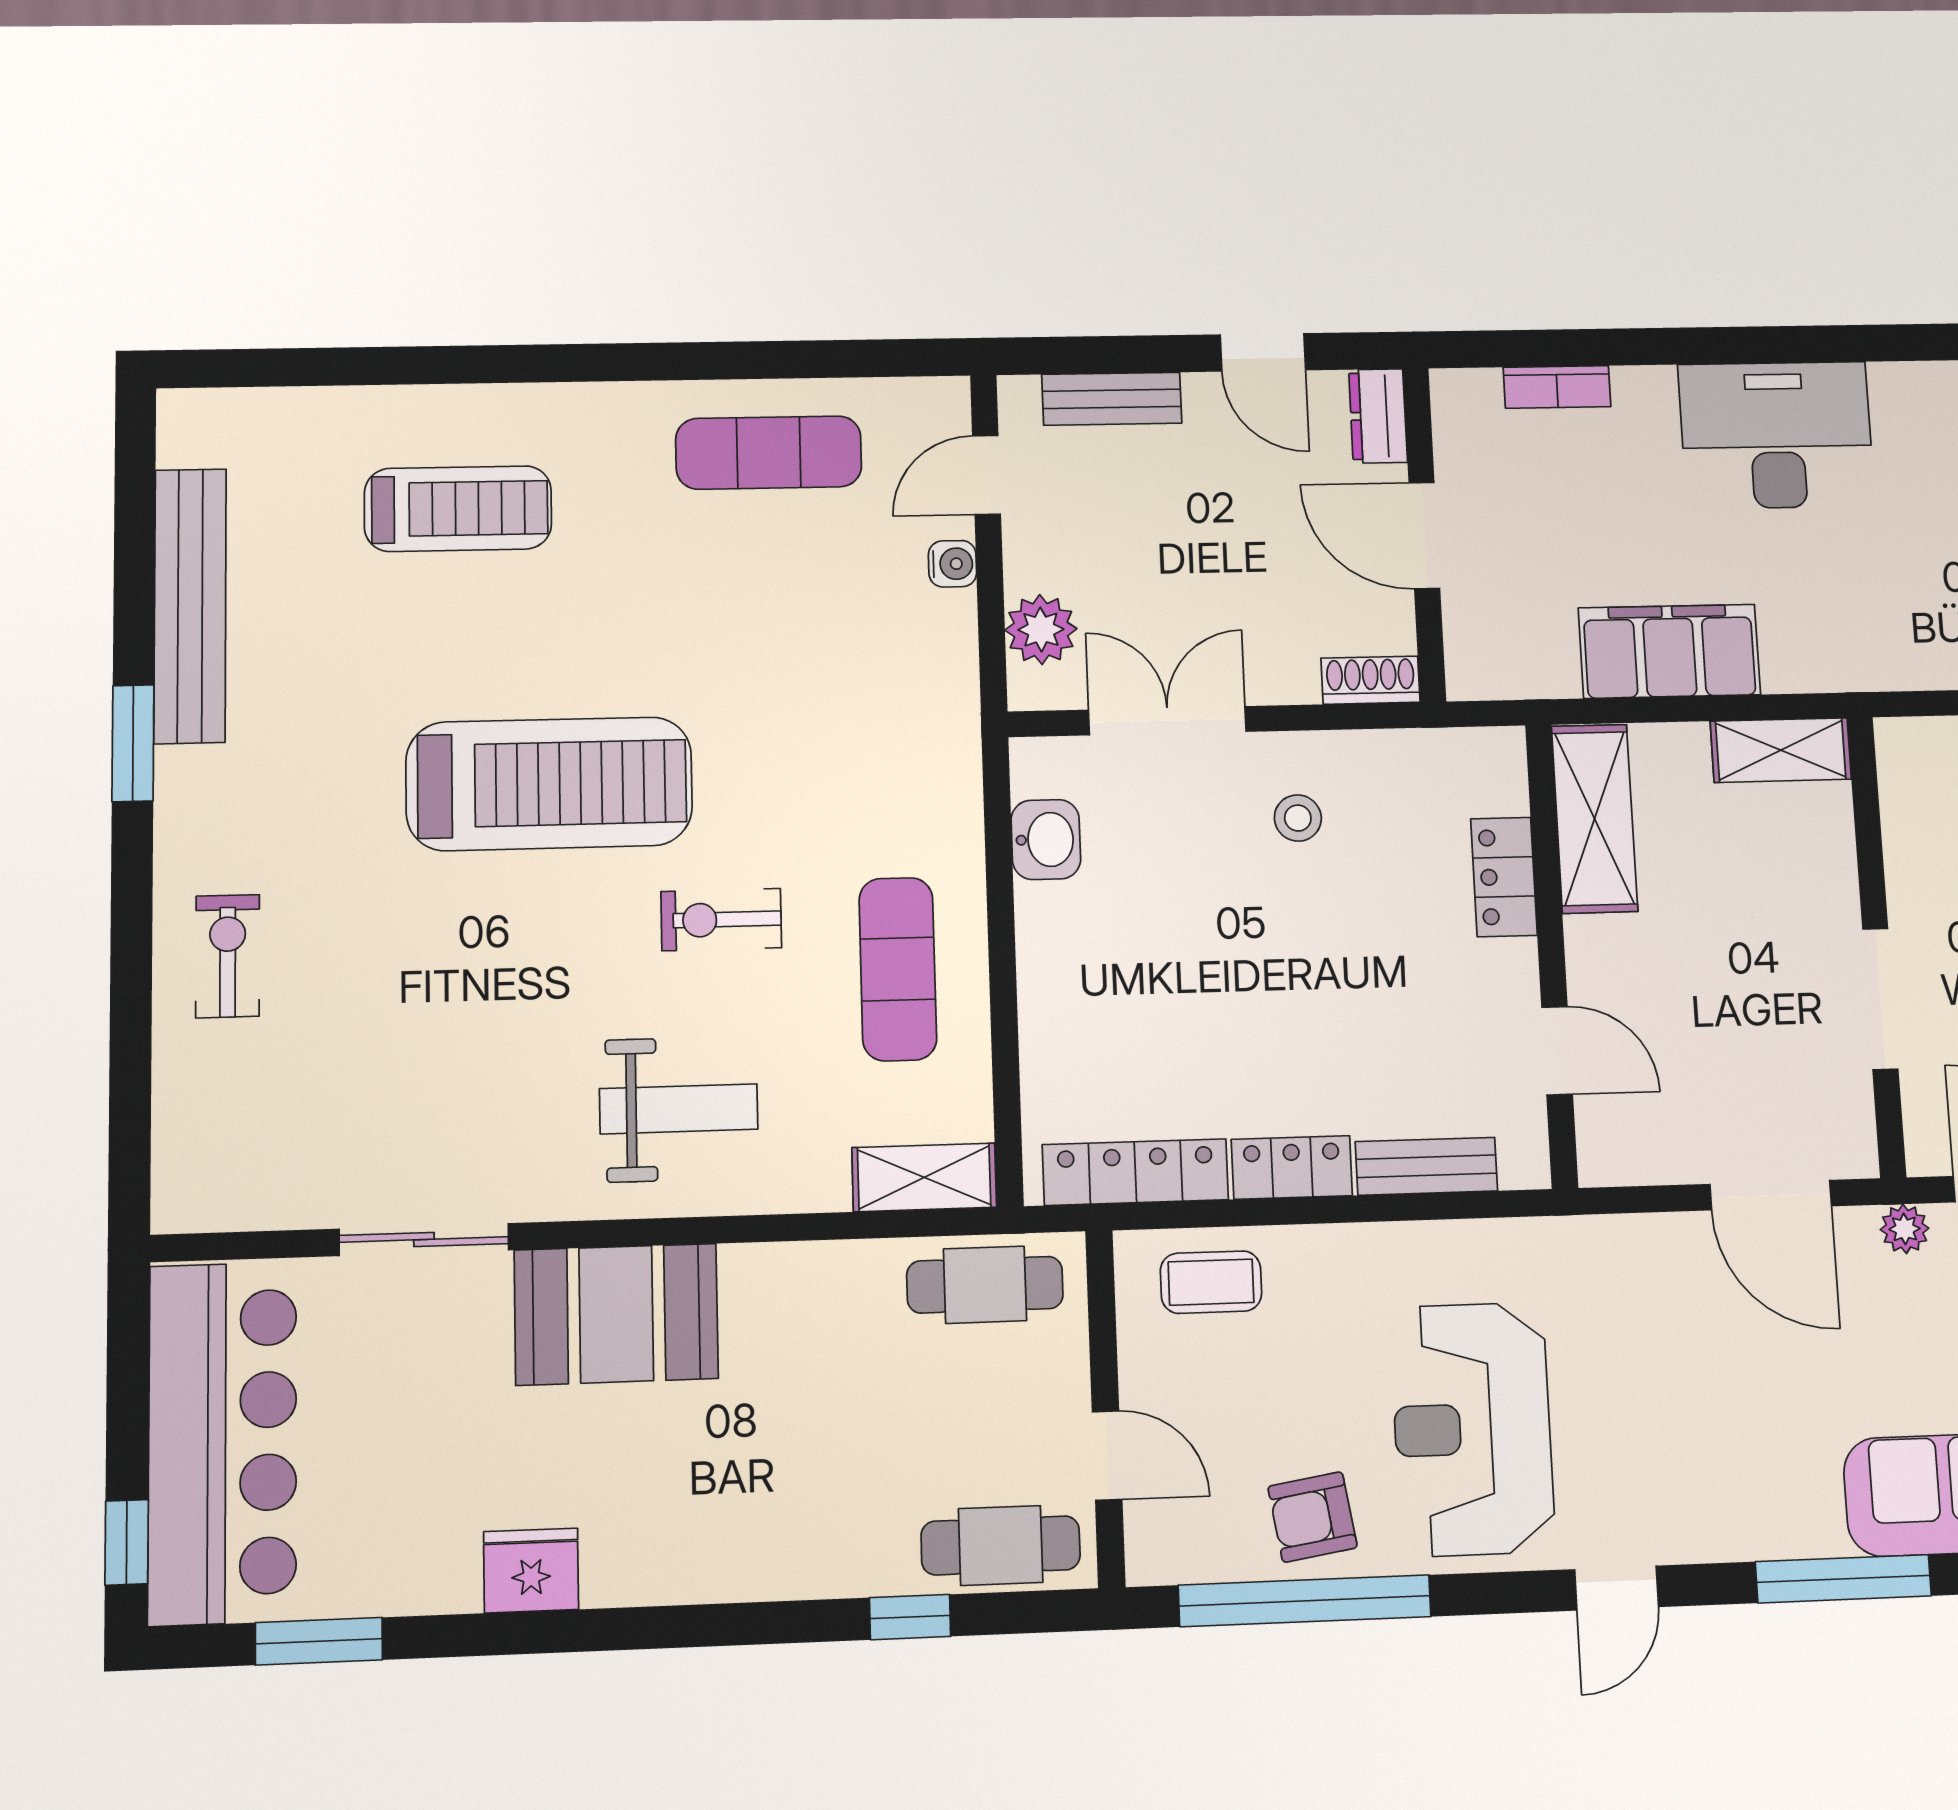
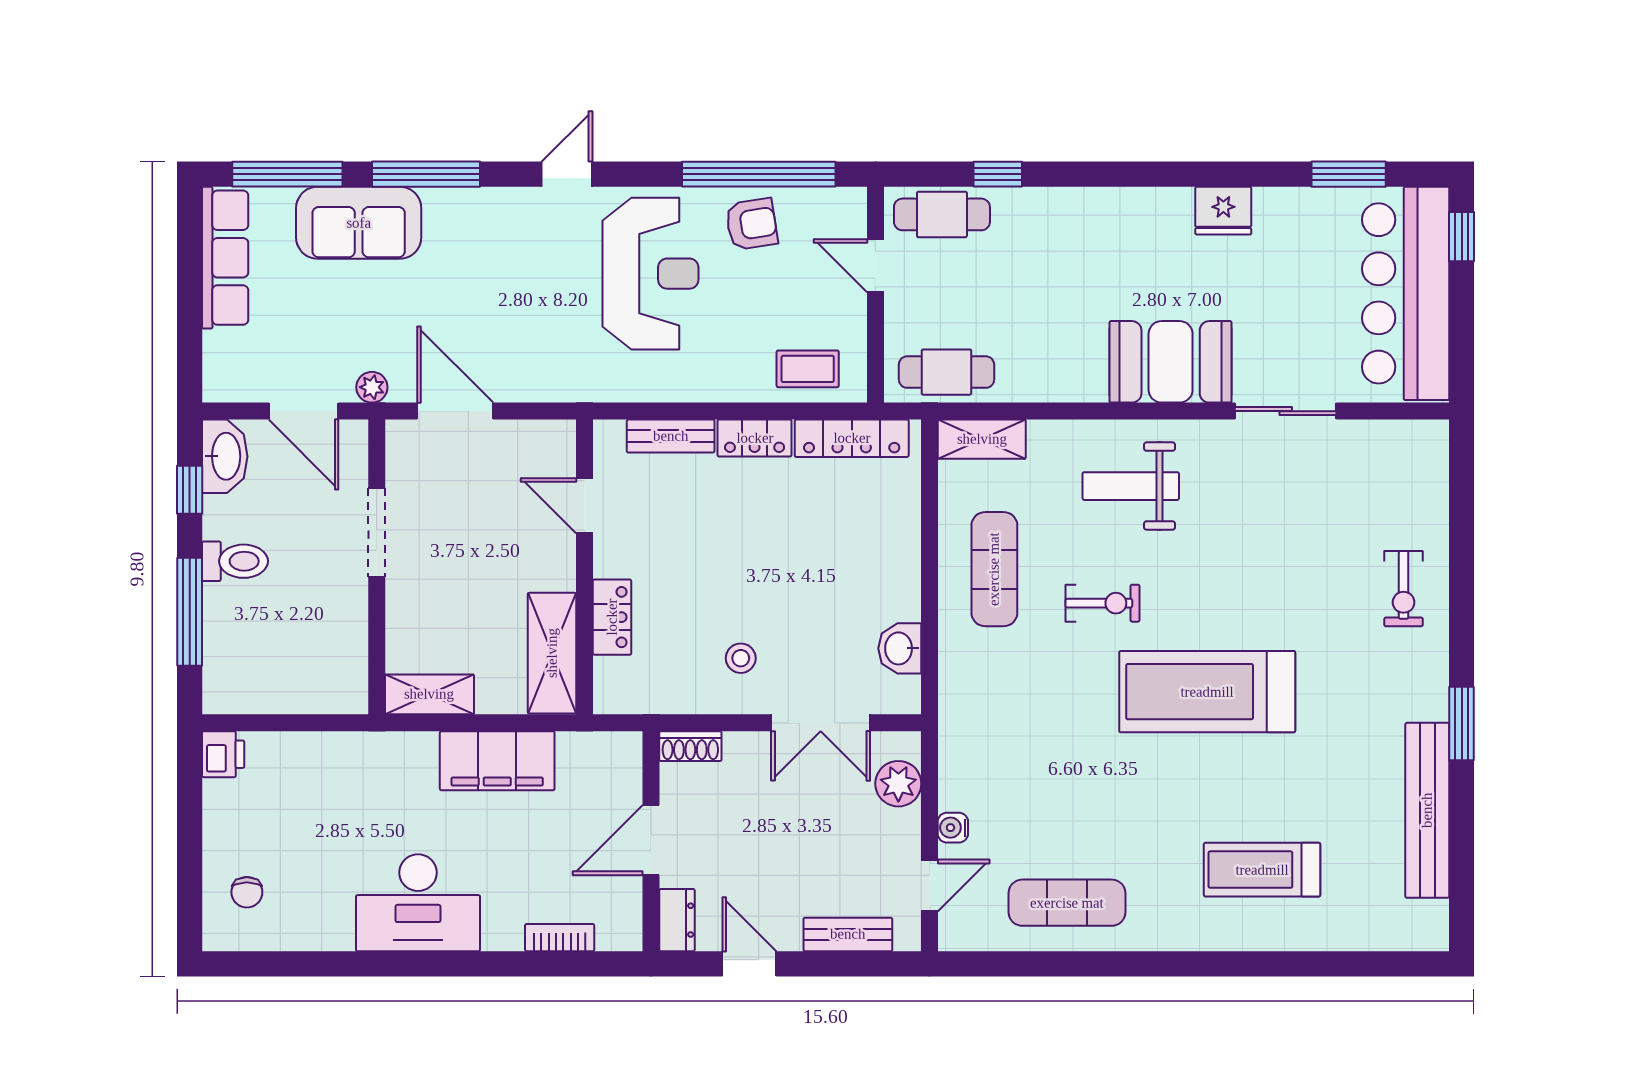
door: (1424, 535) -> (651, 840), swing flipped

